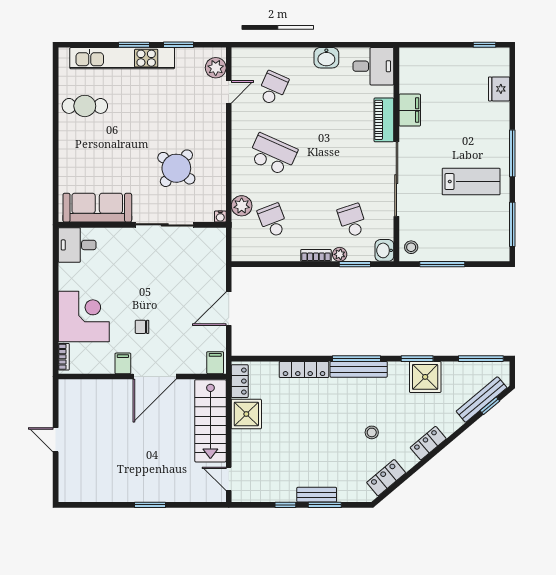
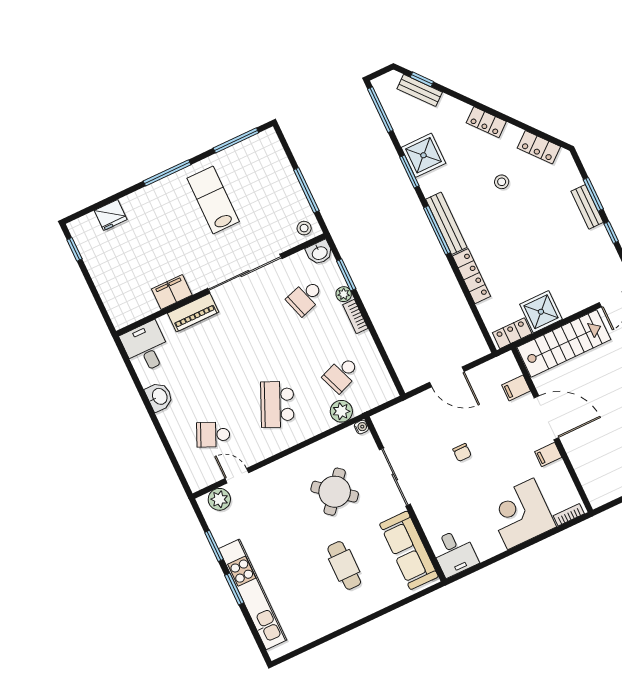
cafe table: (85, 106) -> (344, 565), moved
chair: (142, 327) -> (462, 452), moved
filing cabinet: (215, 363) -> (516, 388), moved
bench: (481, 399) -> (420, 90), width x0.73

